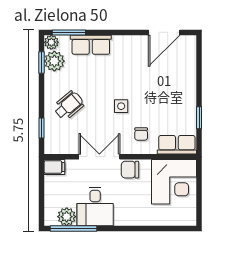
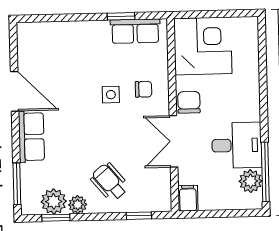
door: (164, 32) -> (15, 91), moved
plant: (51, 42) -> (78, 205), moved
row of seats: (91, 45) -> (31, 137), moved
side table: (121, 106) -> (111, 95), moved
row of seats: (177, 145) -> (135, 31), moved, turned -90
chair: (130, 170) -> (189, 102), turned 180

